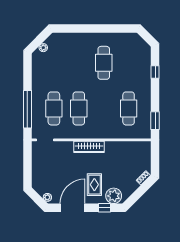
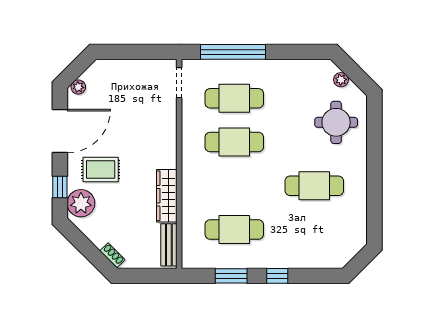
round table: (68, 50) -> (336, 122), added
window: (155, 72) -> (277, 276), moved
window: (155, 121) -> (231, 276), moved
bench: (137, 146) -> (169, 245), added
wardrobe: (89, 147) -> (167, 196), moved
door: (72, 208) -> (60, 131), hinge flipped

